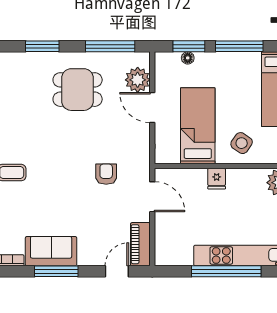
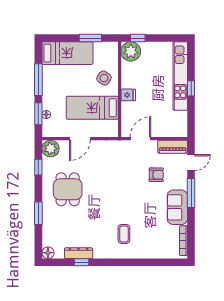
window: (110, 46) -> (38, 167), width x0.46
plant: (138, 80) -> (51, 149), moved
armchair: (106, 174) -> (156, 175), moved, turned 180
window: (56, 271) -> (191, 193), moved
door: (117, 271) -> (191, 163), swing flipped
window: (226, 271) -> (191, 88), width x0.32

